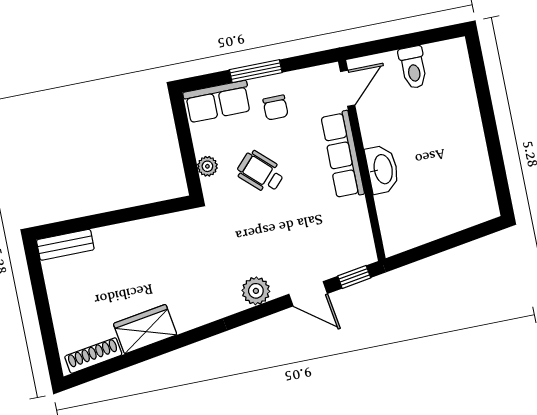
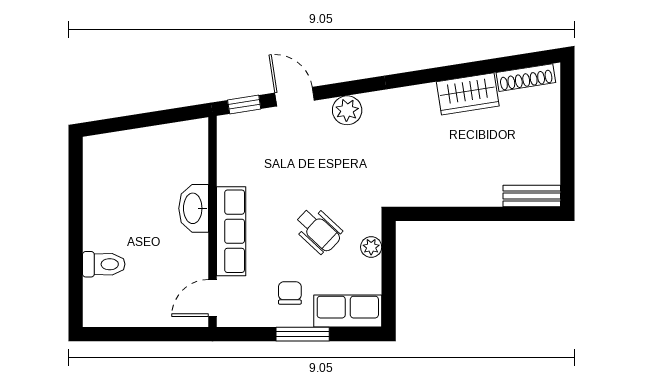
toilet: (413, 67) -> (104, 264), moved, turned 90

